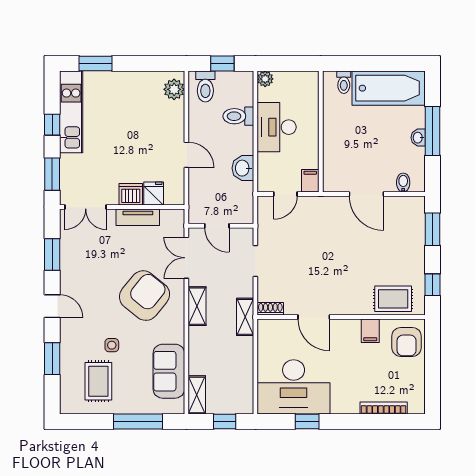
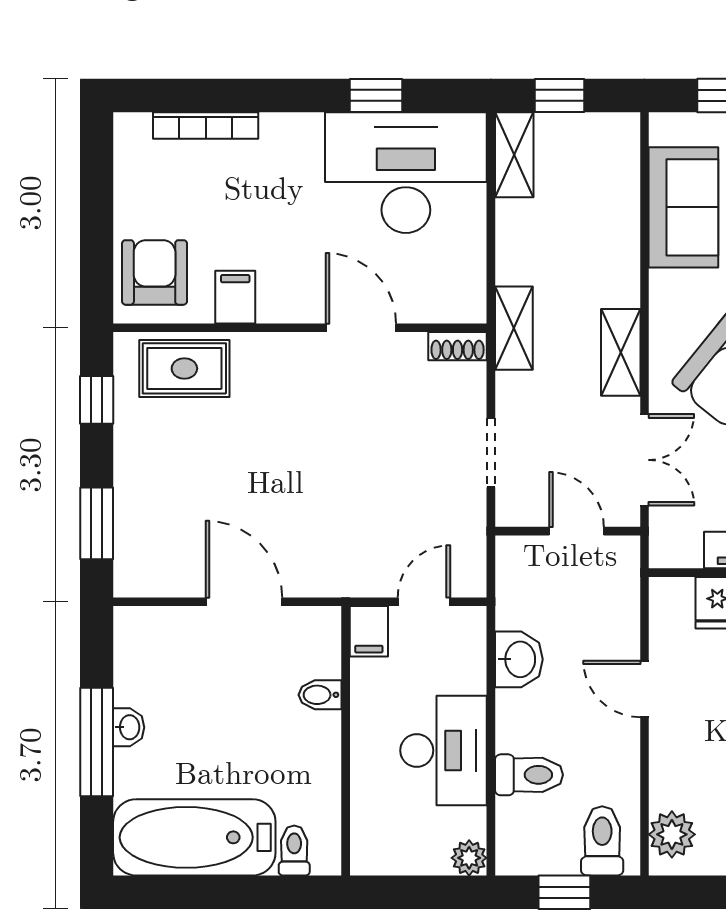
bidet: (403, 183) -> (320, 695), moved, turned 90
shelving: (197, 395) -> (514, 155), moved

